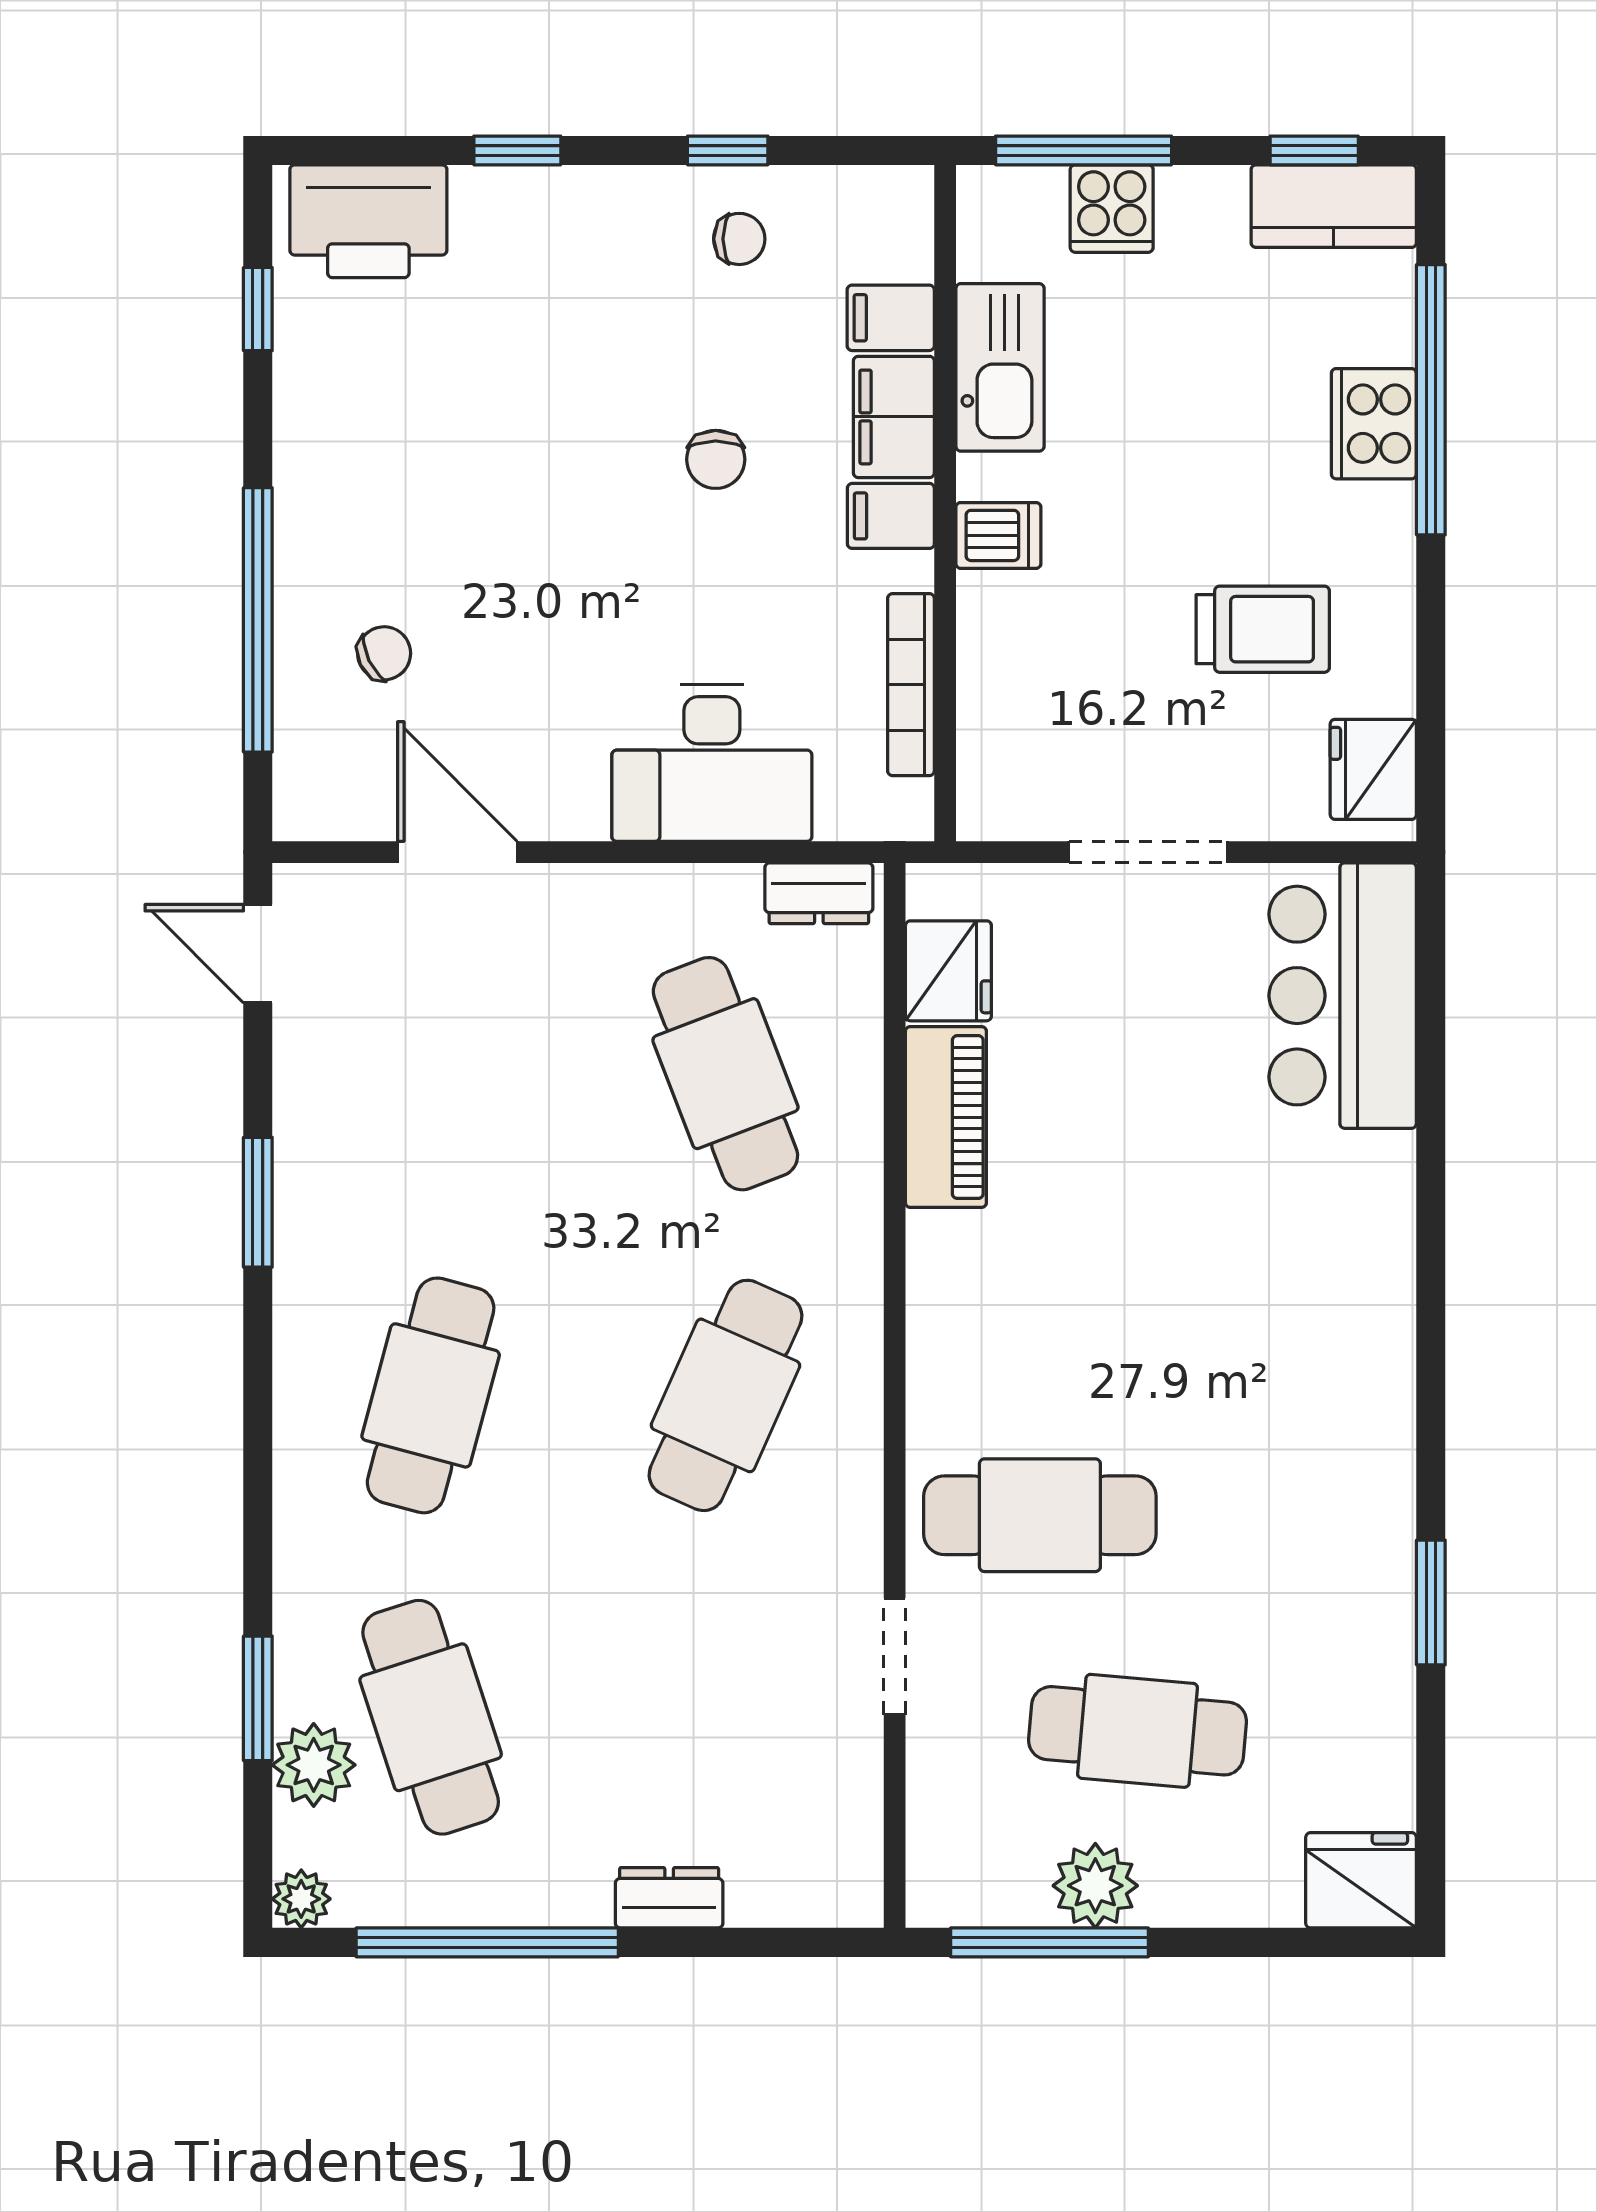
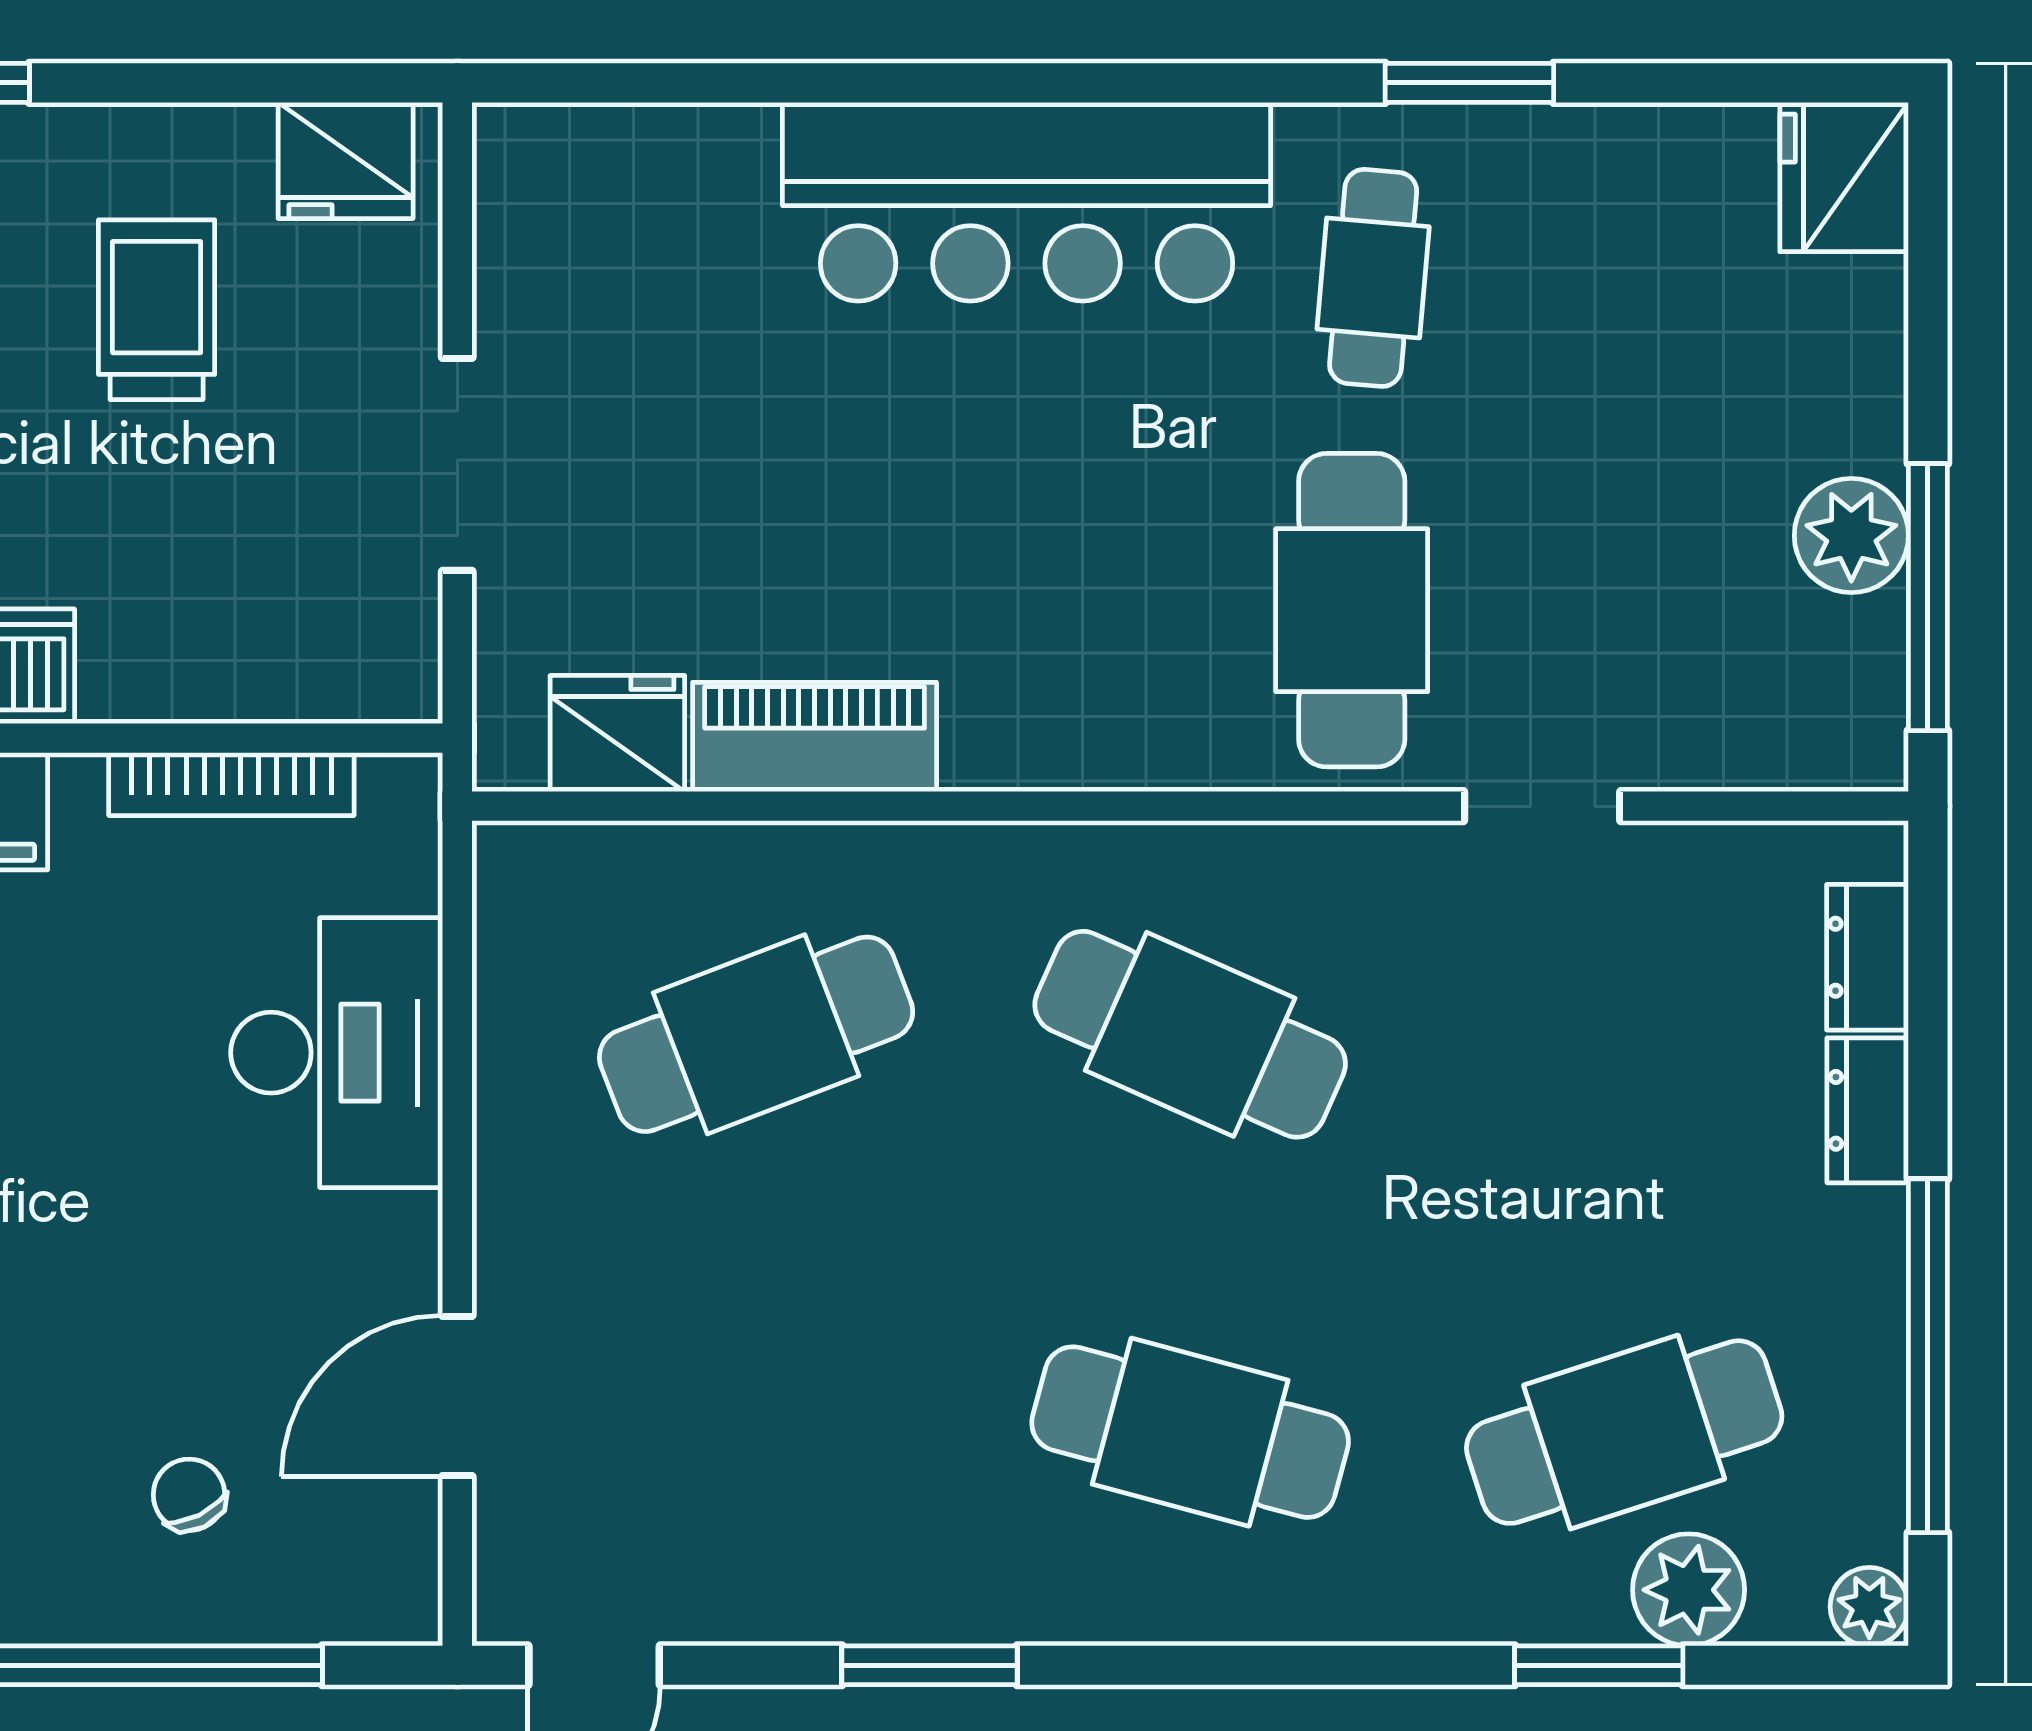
dresser: (819, 893) -> (1867, 957), moved, turned 180
bar counter: (1343, 996) -> (1027, 202), moved, width x1.36
cafe table: (1137, 1731) -> (1373, 278), moved, width x0.73, depth x0.74

